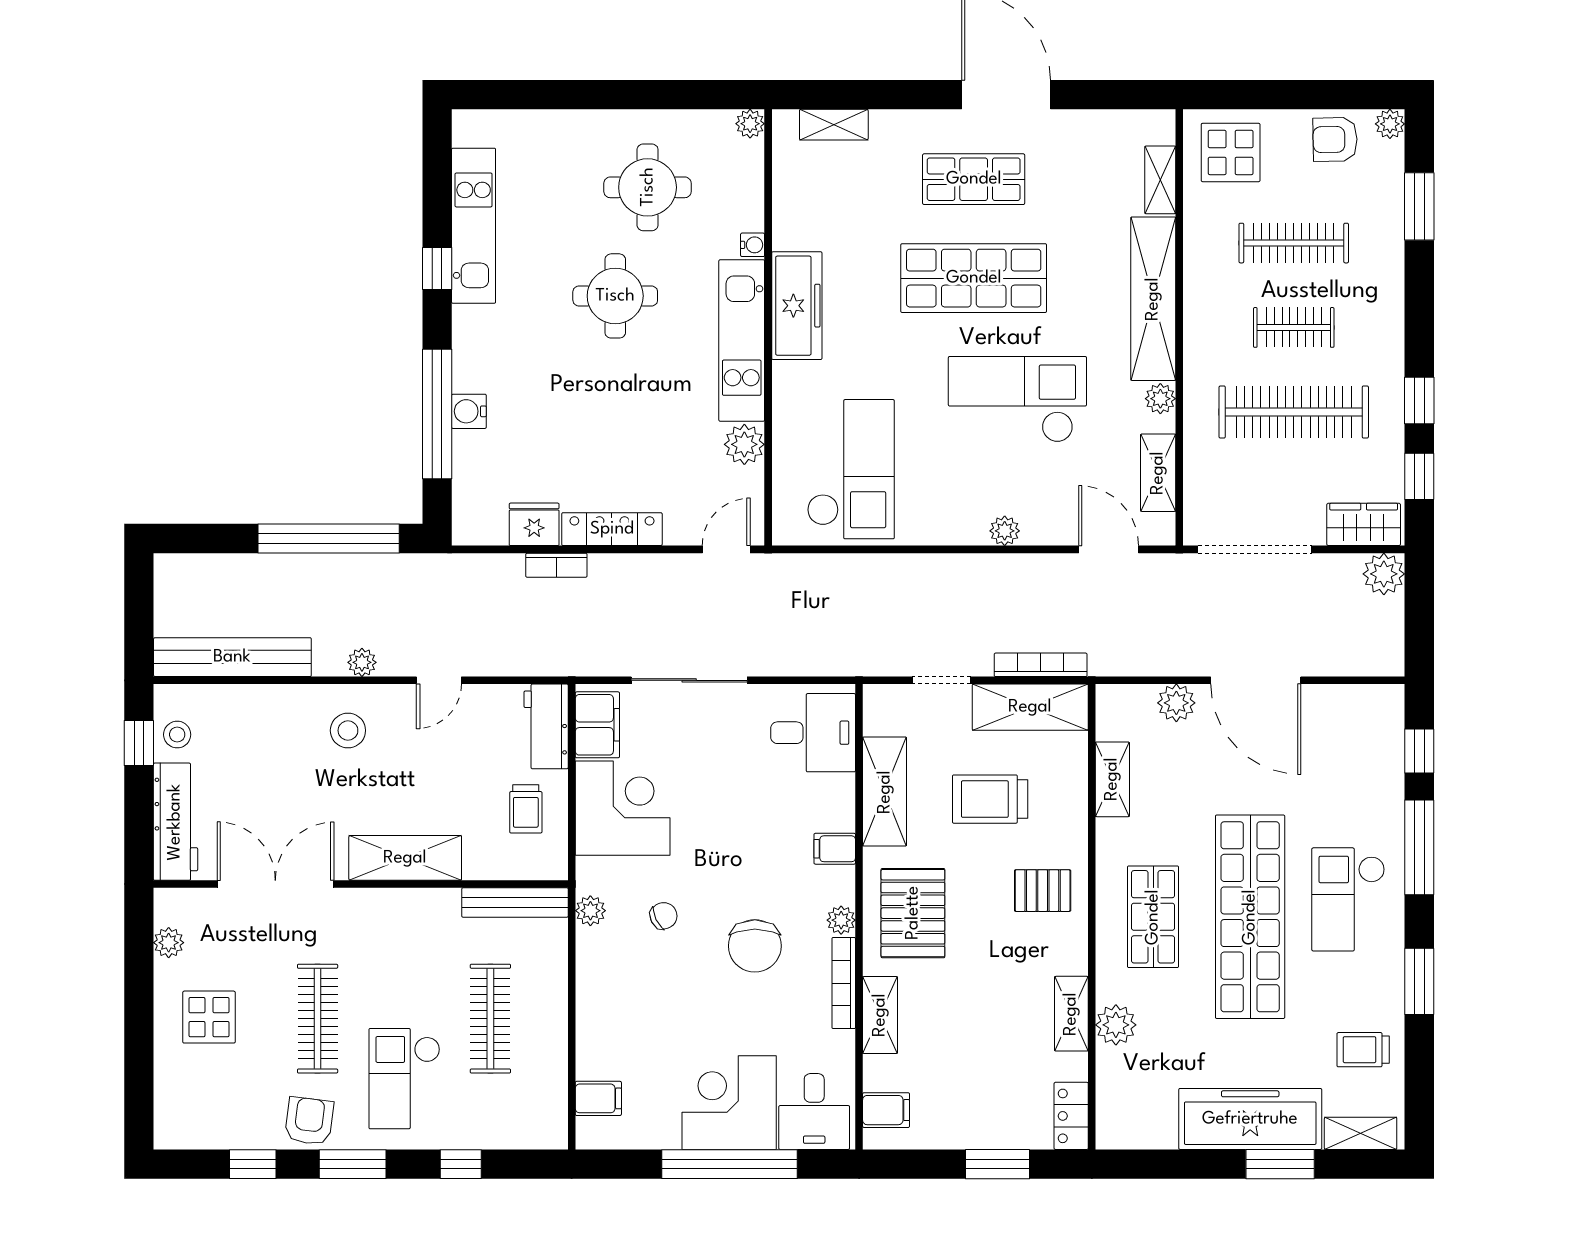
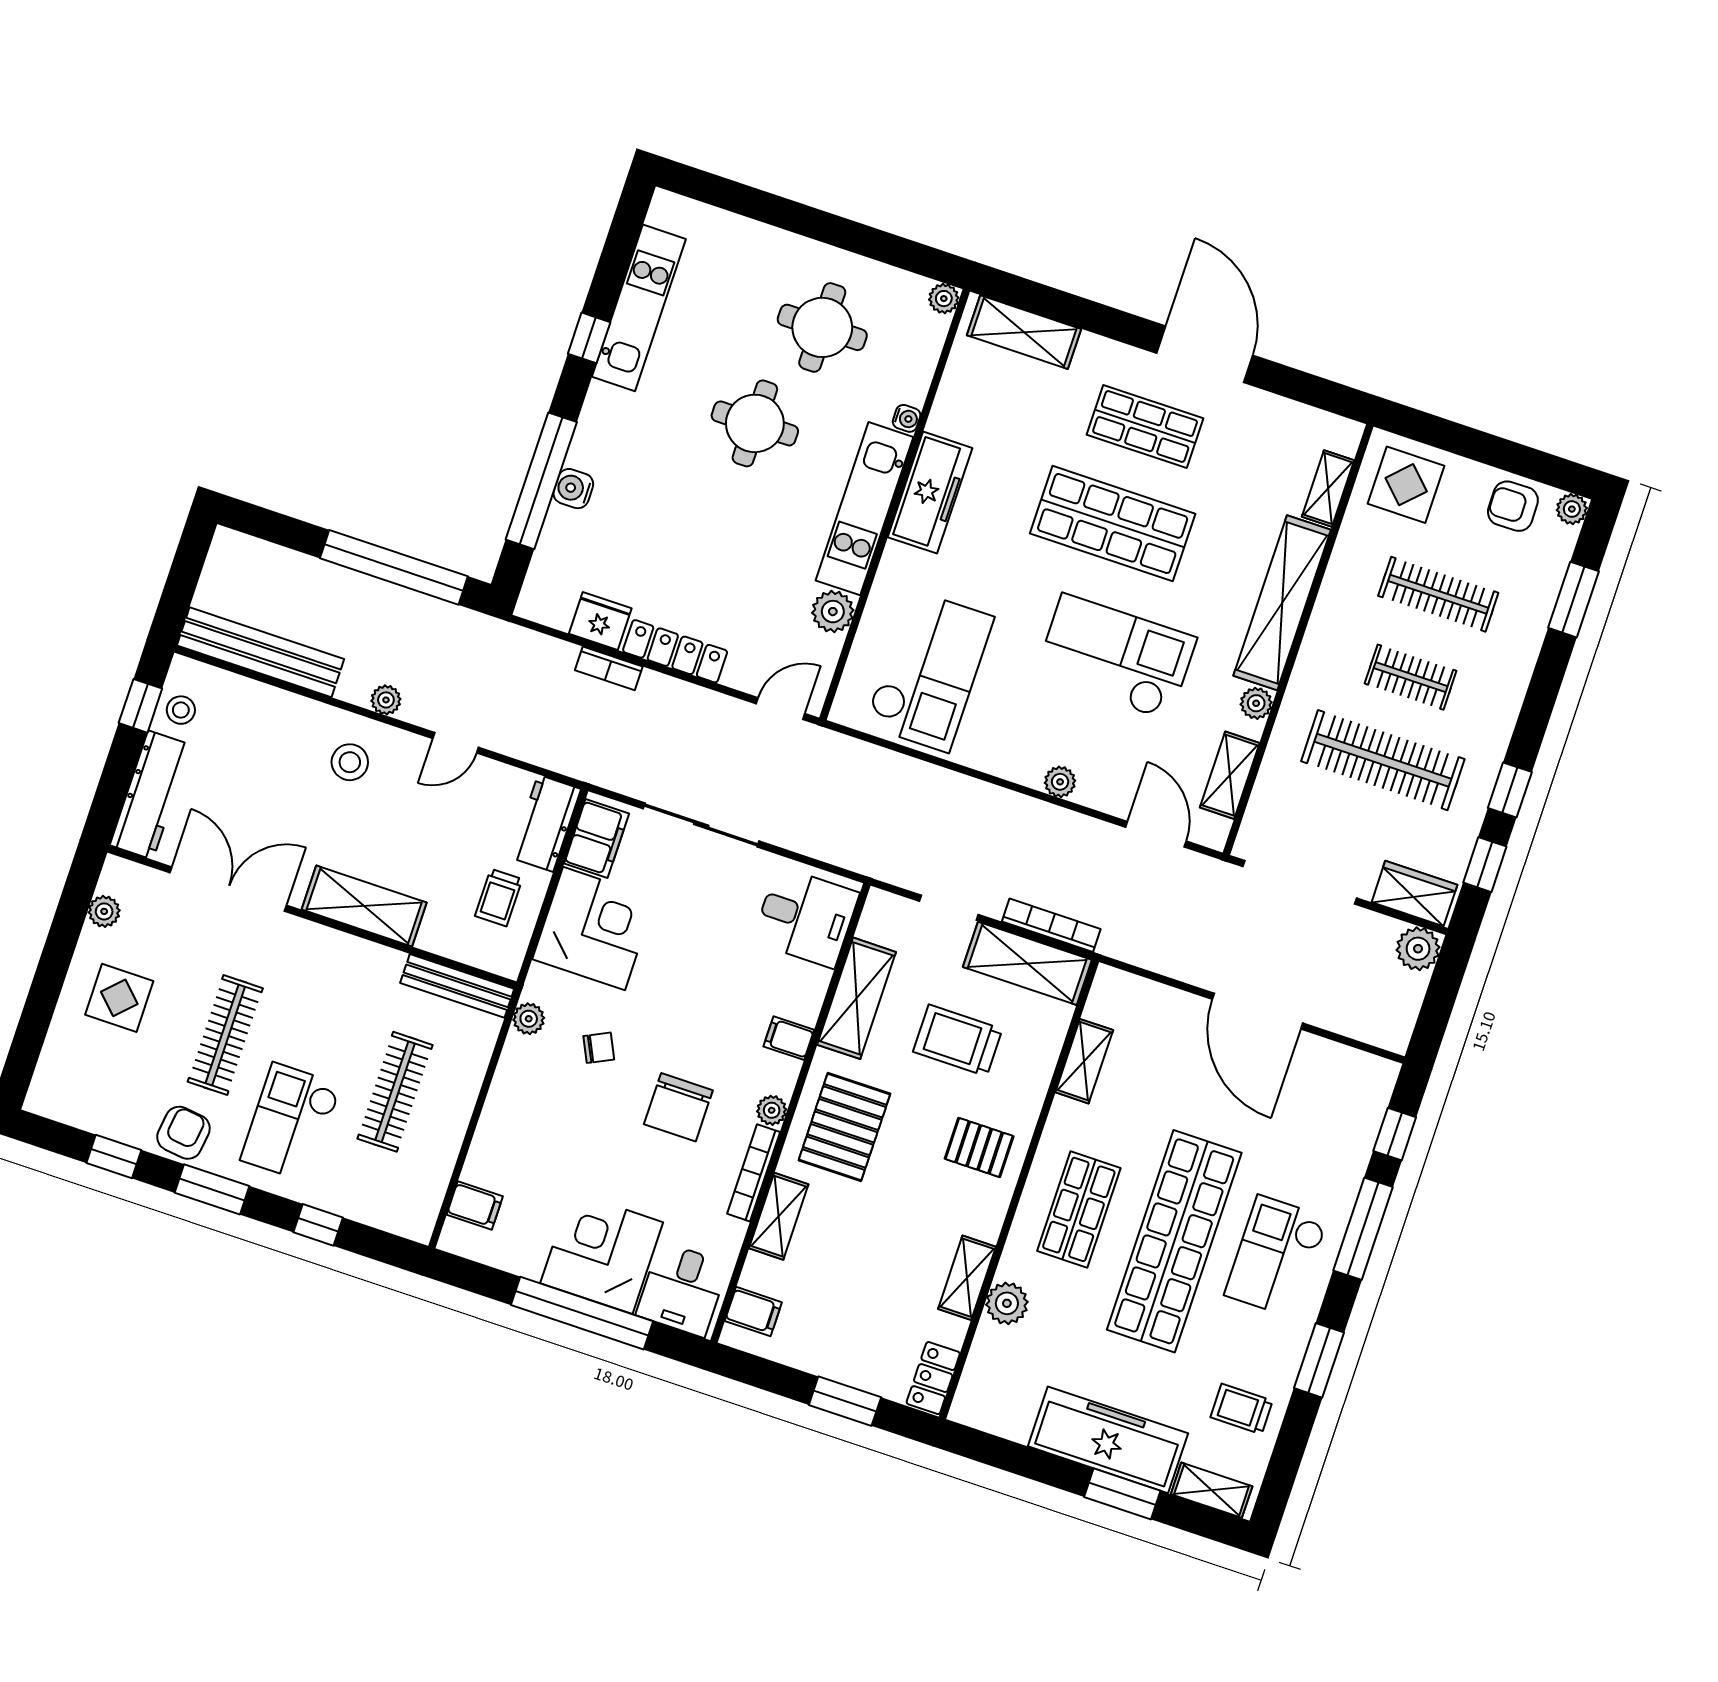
shelving: (834, 125) -> (1024, 332), width x1.50, depth x1.33
plant: (1176, 703) -> (1172, 1007), removed

